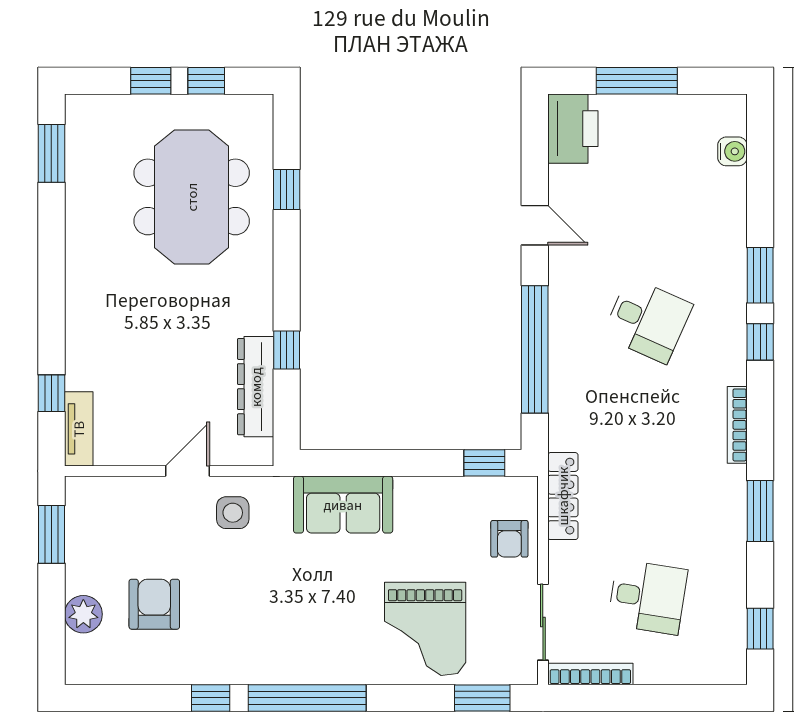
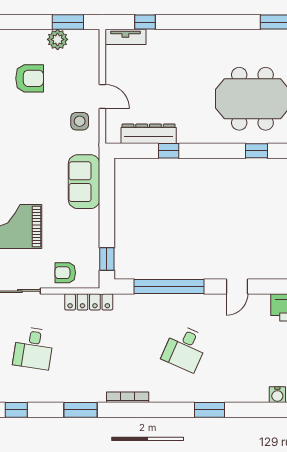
window: (760, 342) -> (173, 410), removed
plant: (83, 614) -> (58, 39), moved

